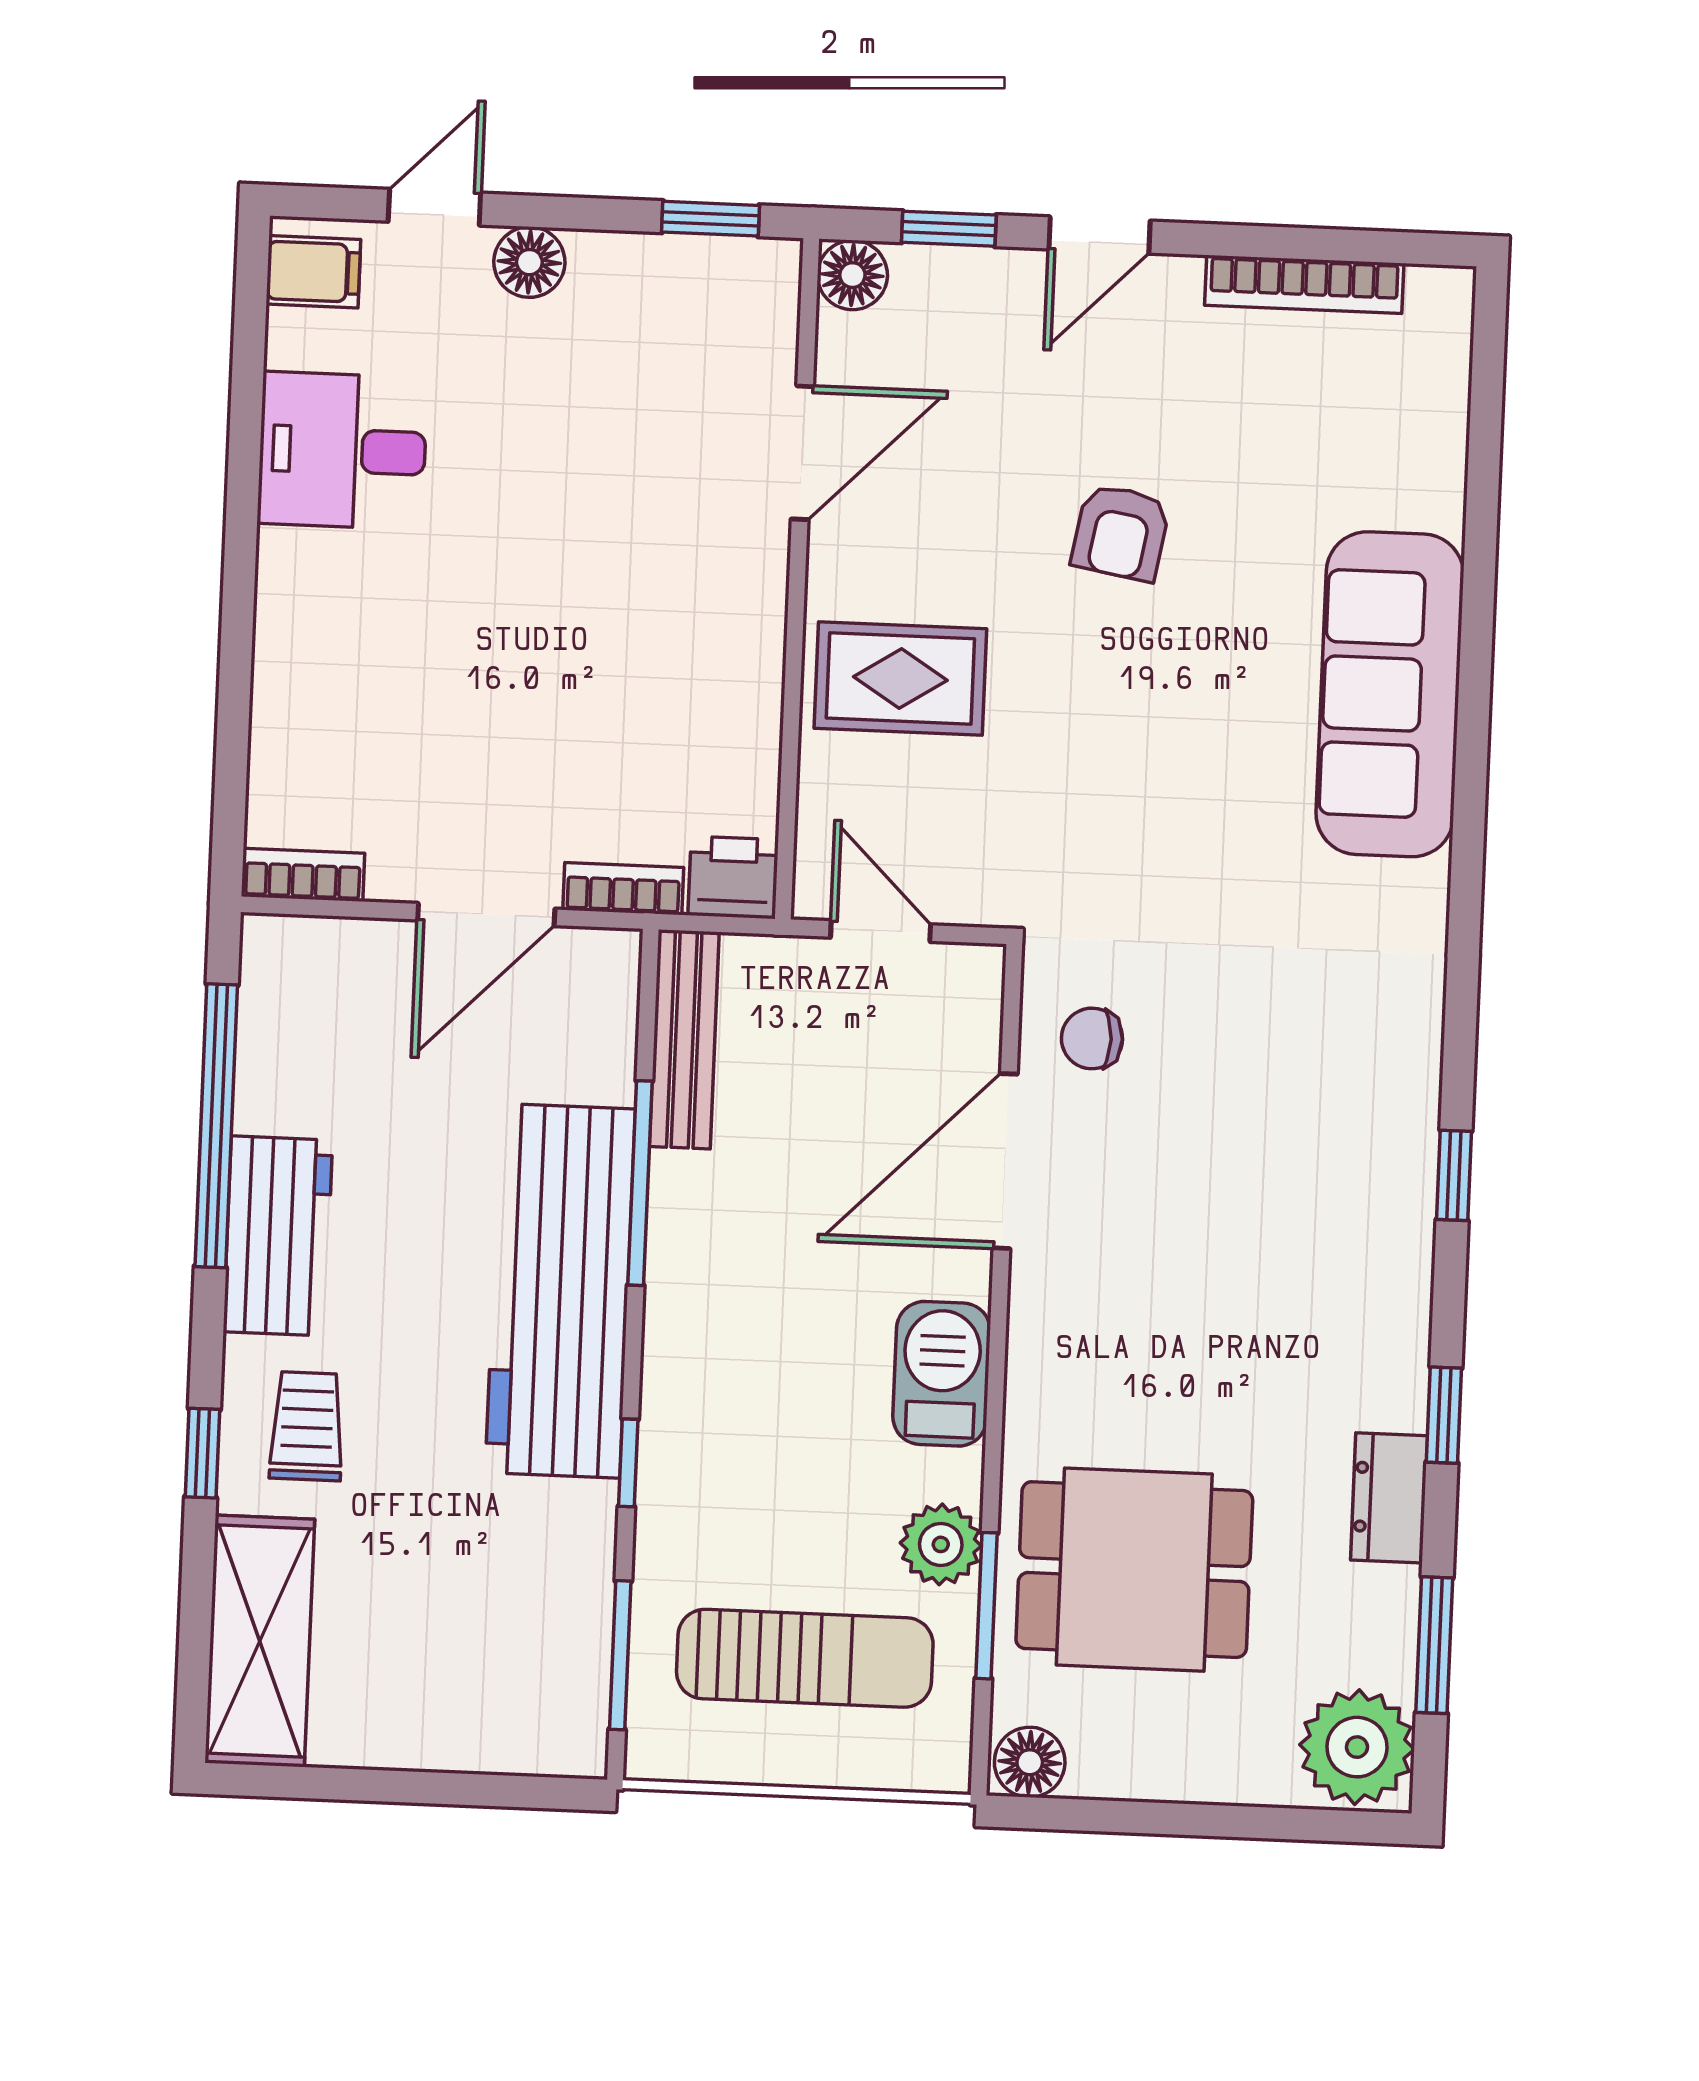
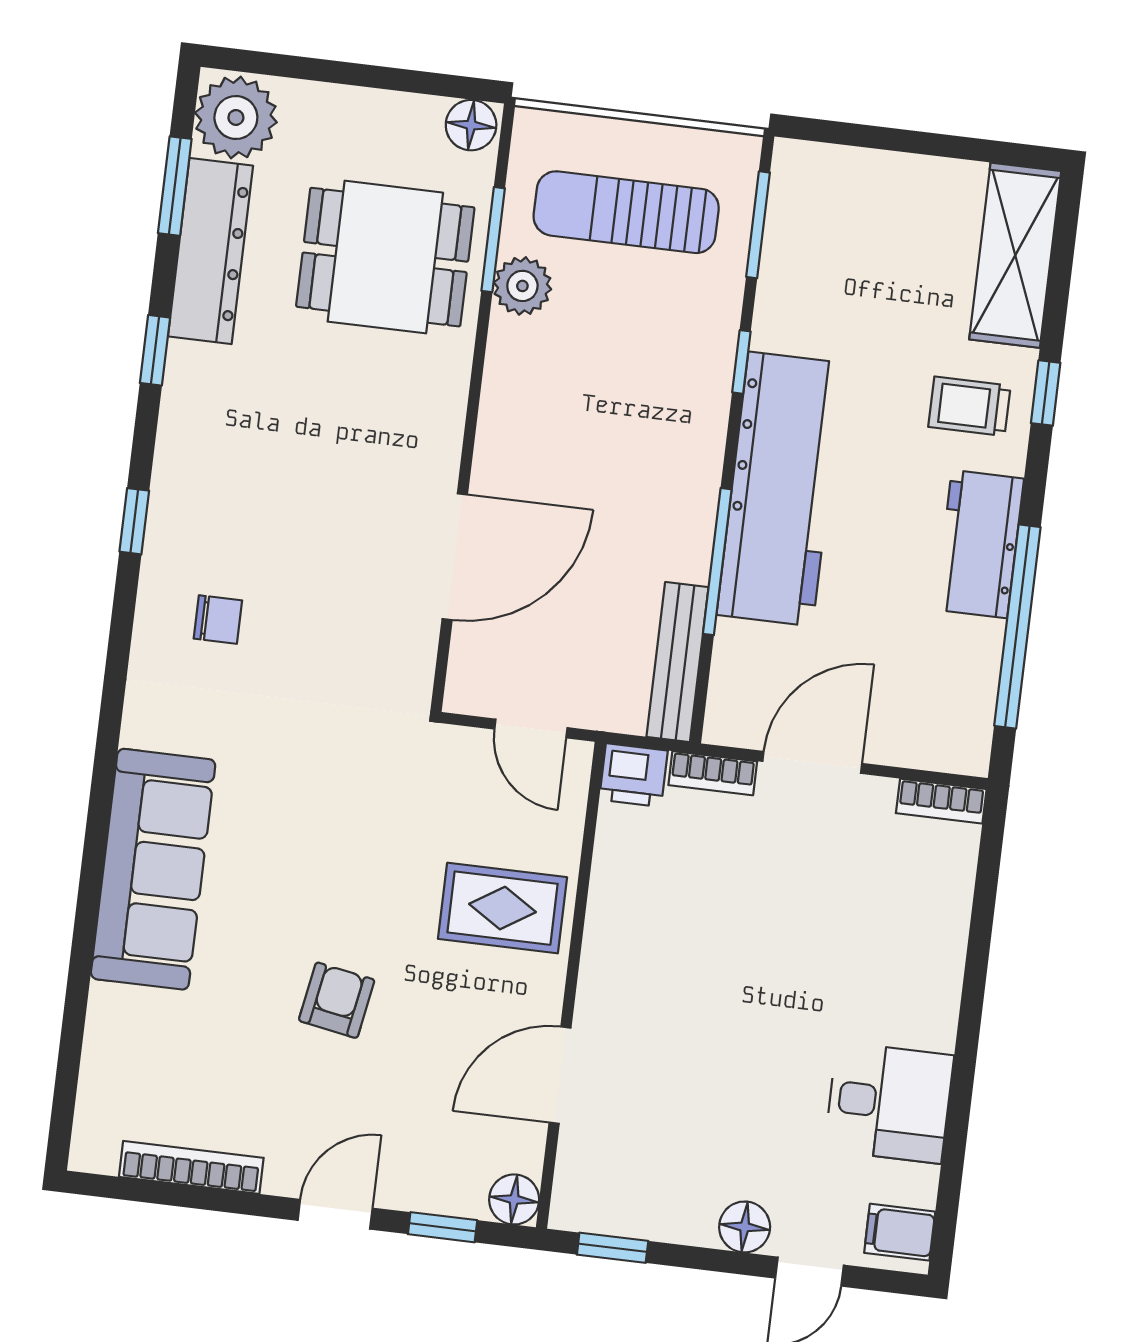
chair: (1092, 1038) -> (218, 620), moved
barbecue: (942, 1374) -> (512, 408), removed
trolley: (307, 1426) -> (969, 406), turned 90
dresser: (1389, 1498) -> (210, 251), width x1.96, depth x1.24

